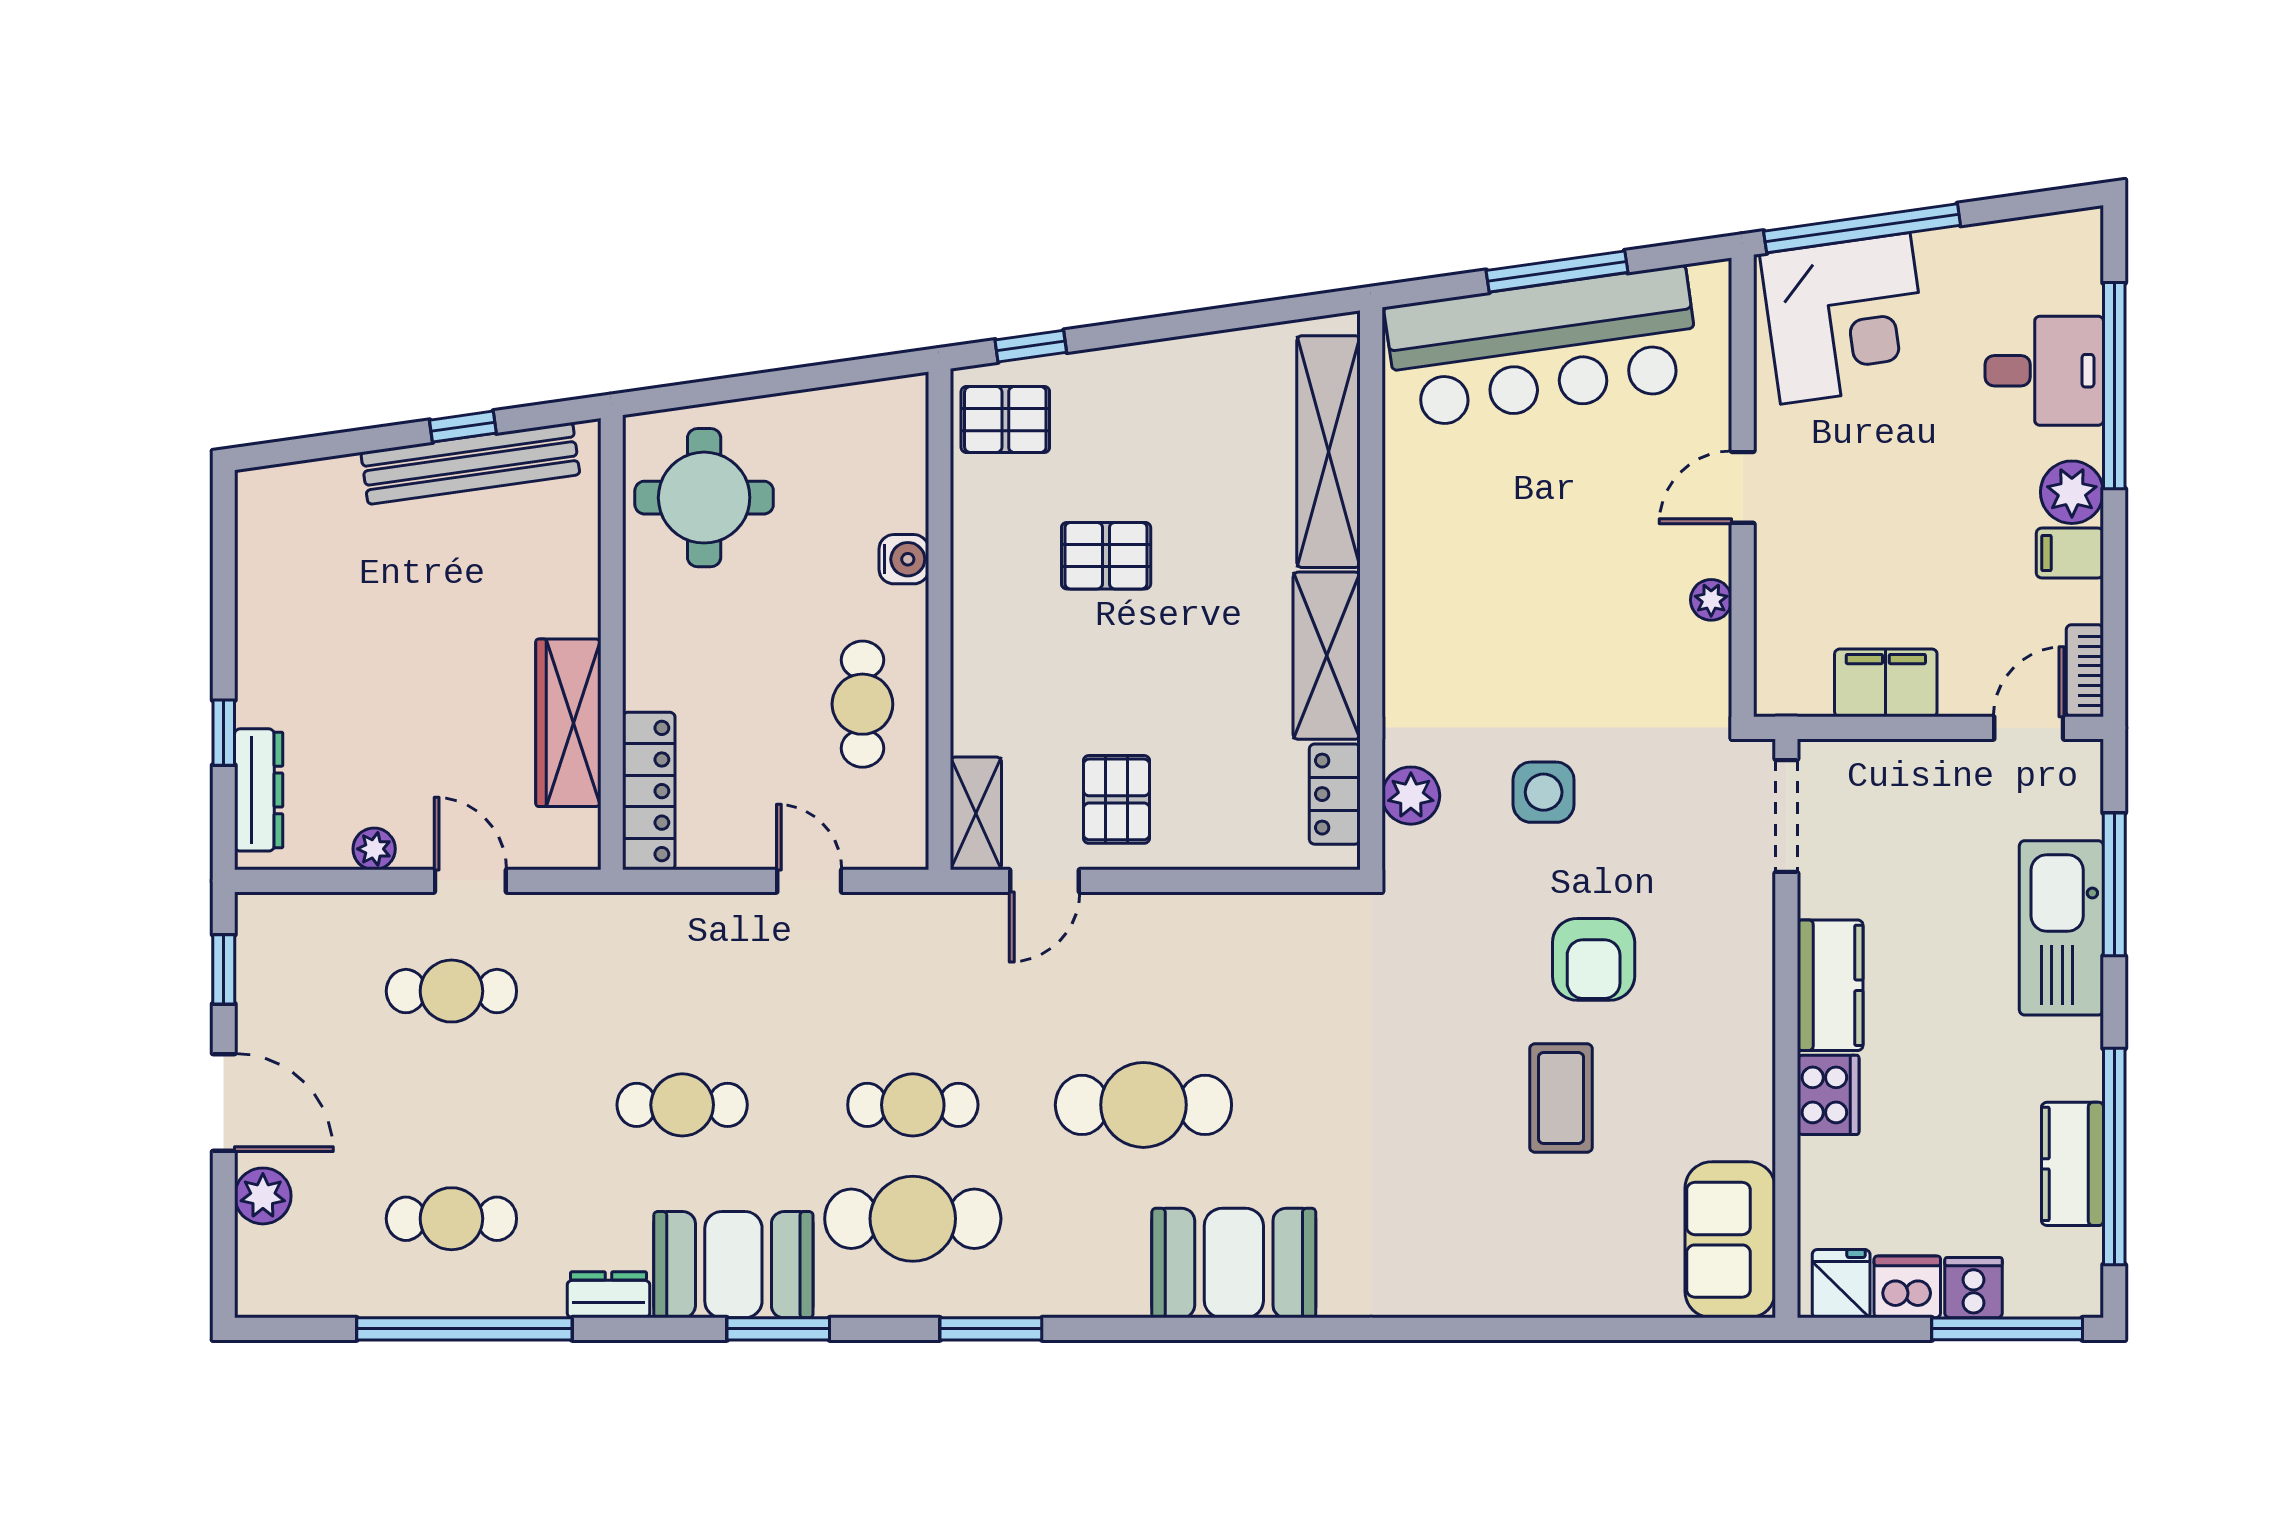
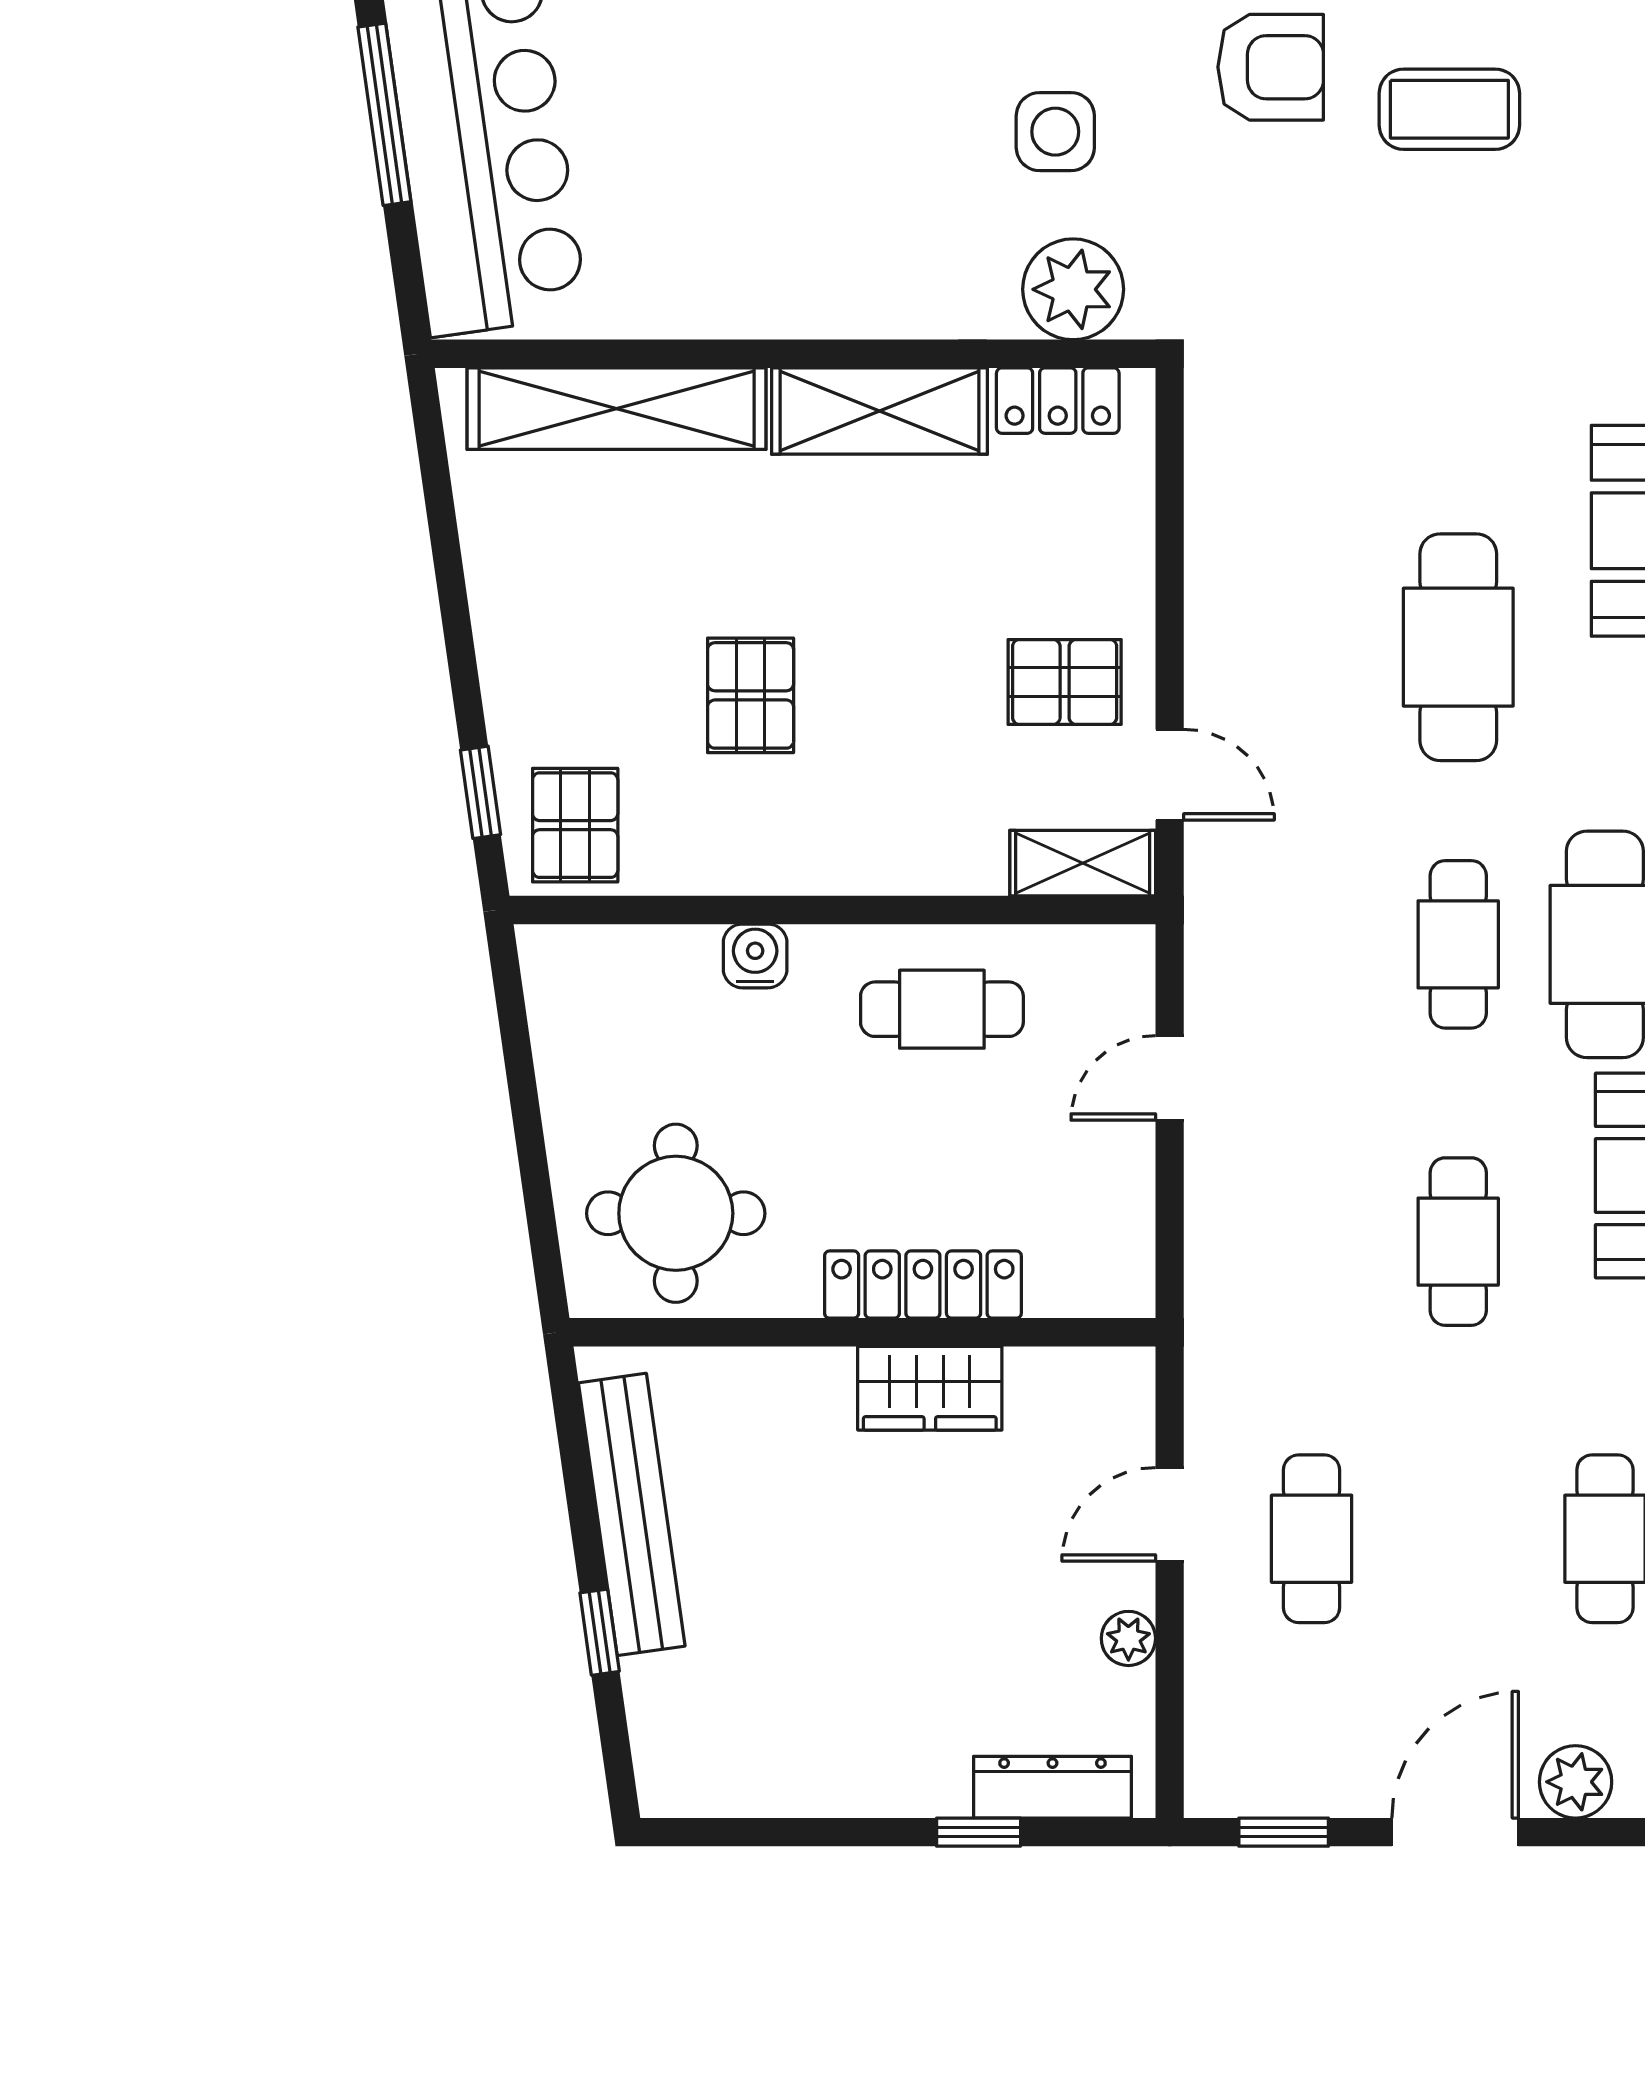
window: (463, 427) -> (600, 1632), moved
wardrobe: (568, 723) -> (930, 1388), width x0.67
locker: (649, 791) -> (923, 1285), moved
plant: (1411, 796) -> (1073, 289), width x1.36, depth x1.36

